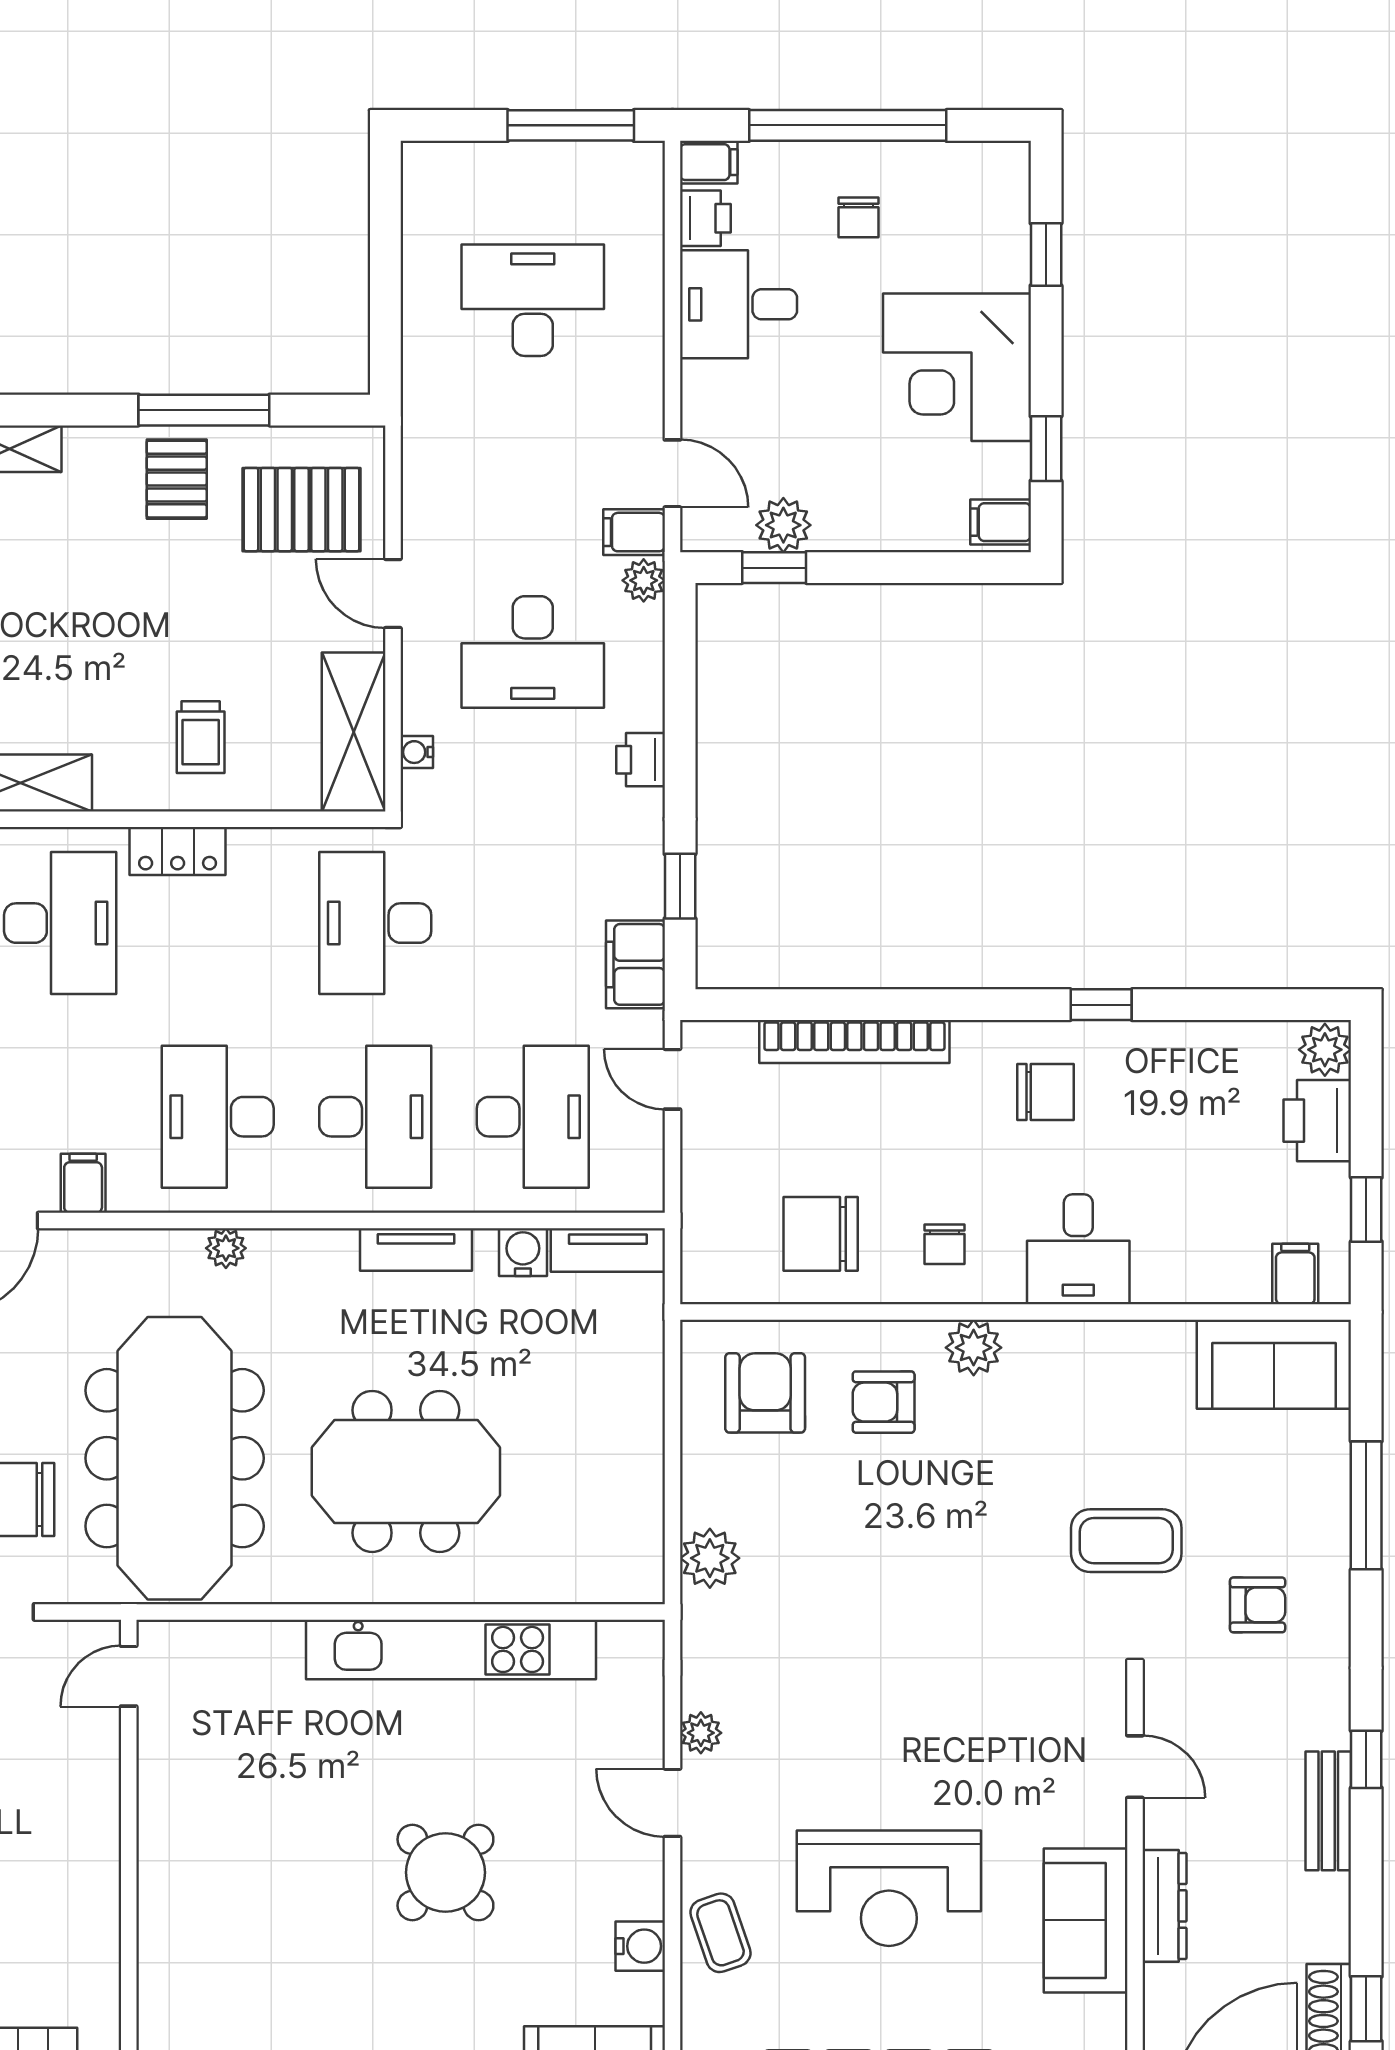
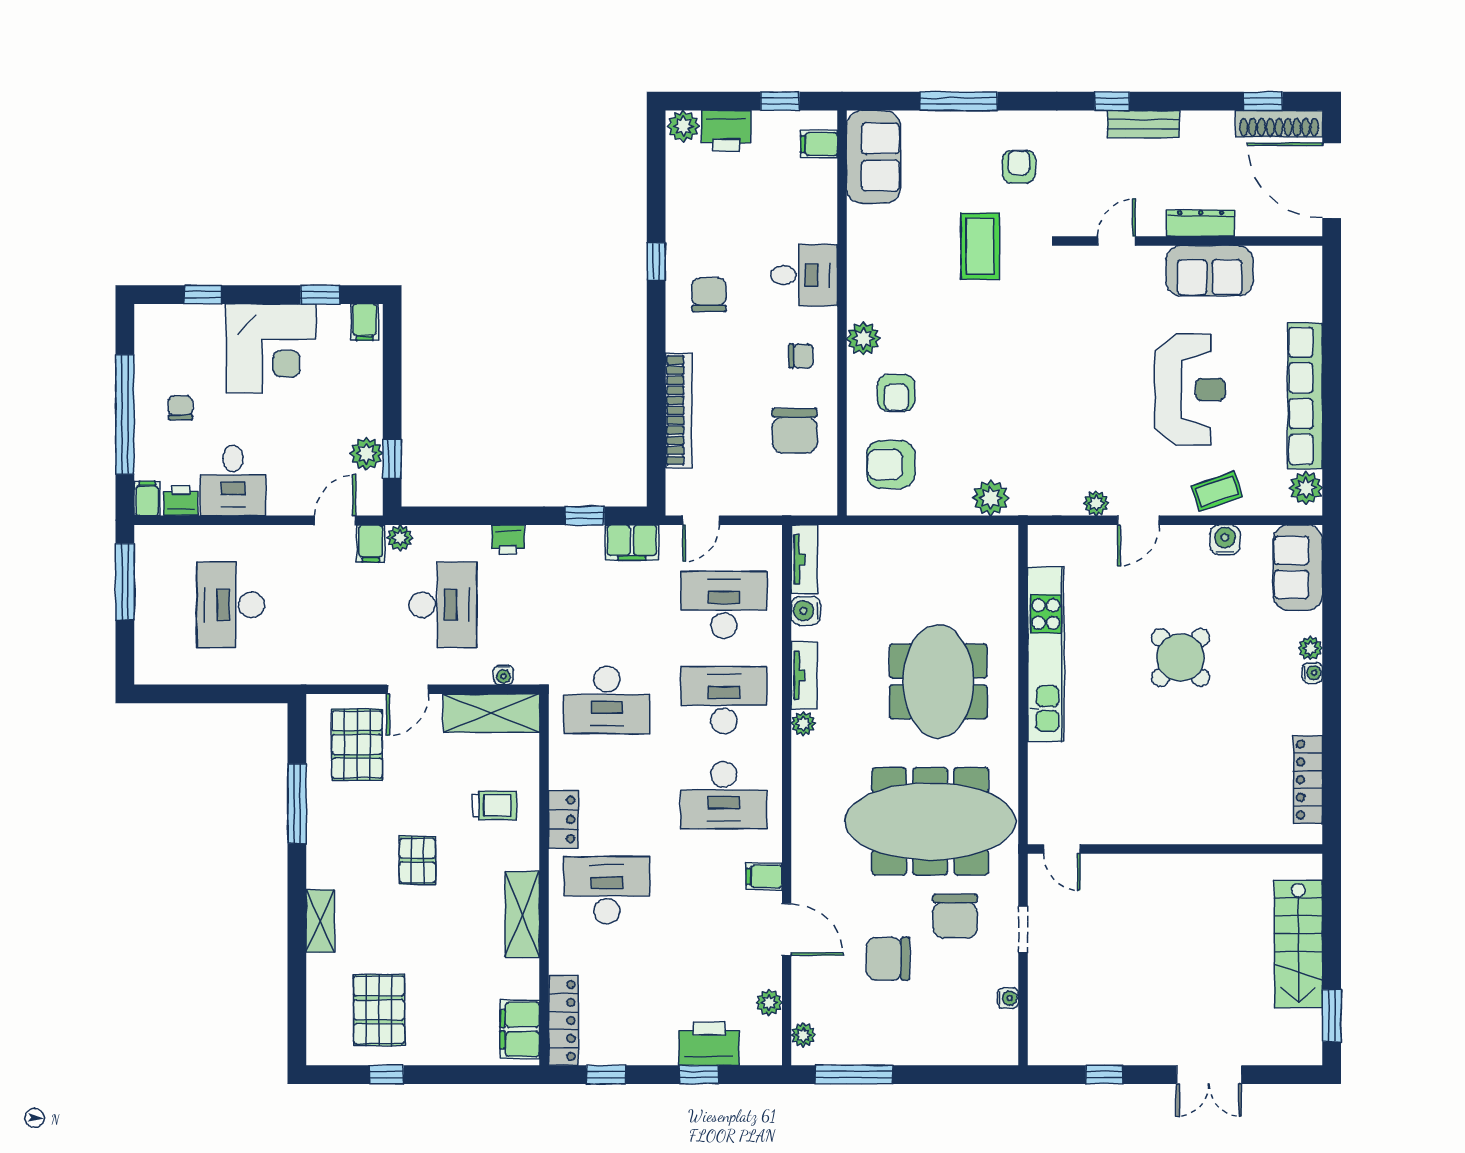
chair: (859, 217) -> (180, 408), turned -90
pallet: (177, 479) -> (417, 860), moved, turned 90
plant: (226, 1248) -> (803, 724), moved

